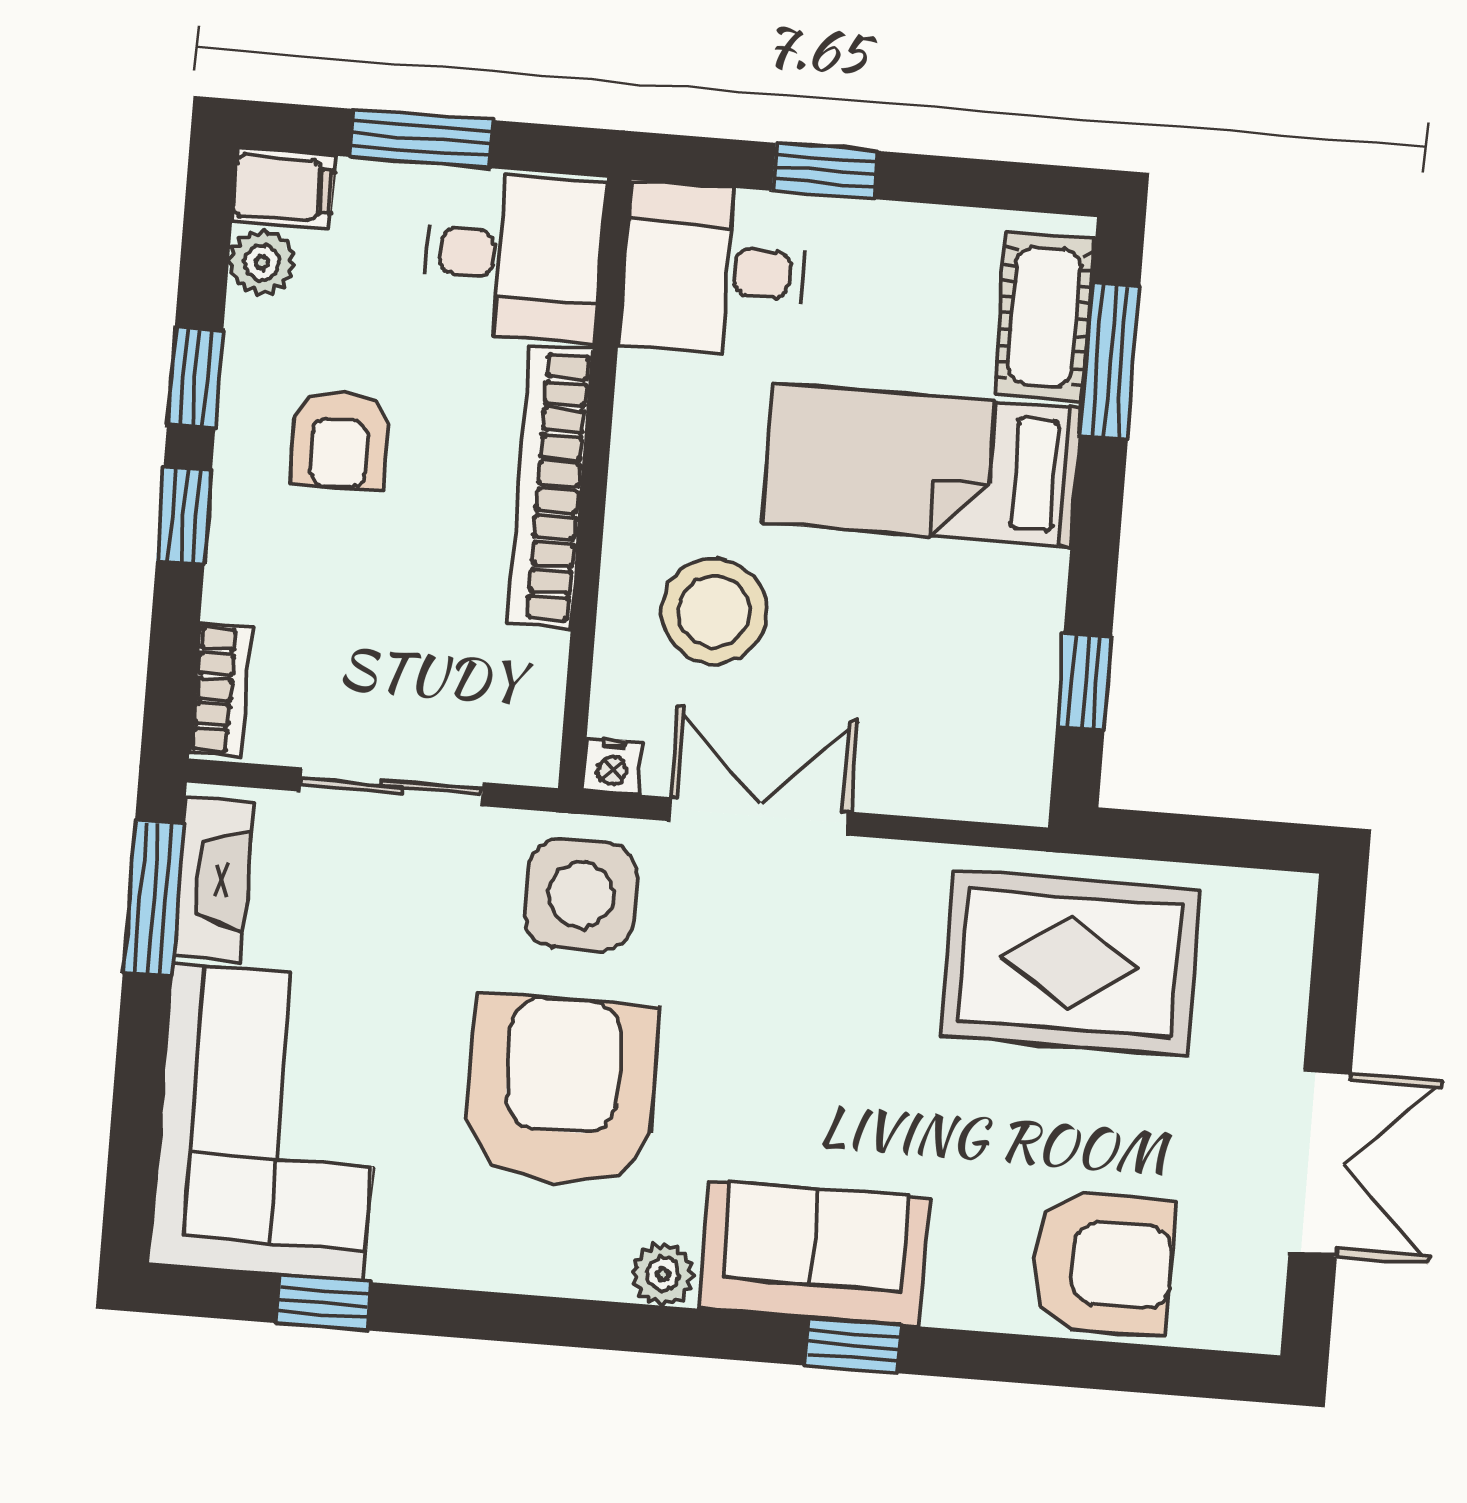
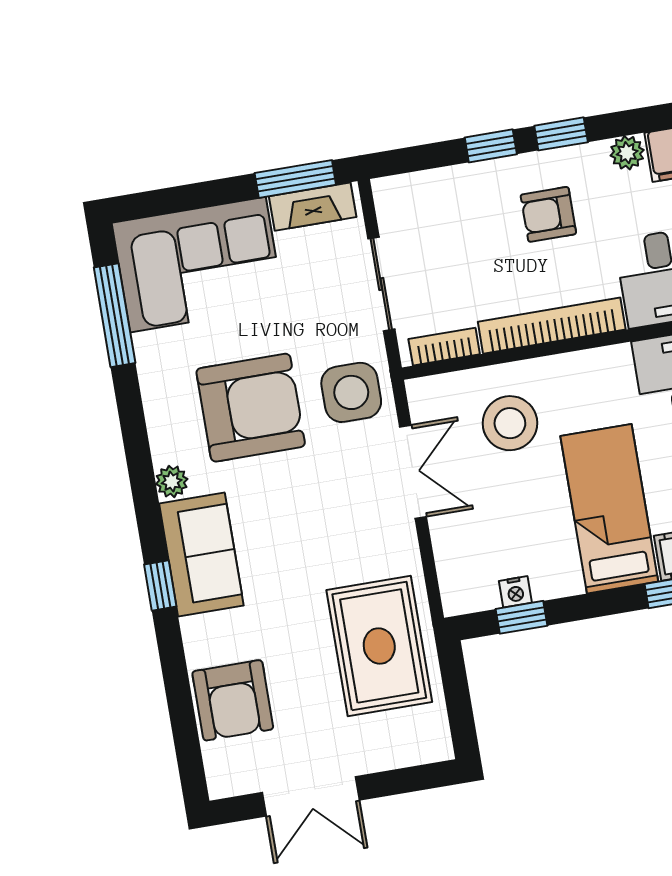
bookcase: (221, 690) -> (444, 347), moved, turned 180
nightstand: (612, 766) -> (515, 592), moved, turned -90
window: (323, 1303) -> (115, 315), width x2.17

